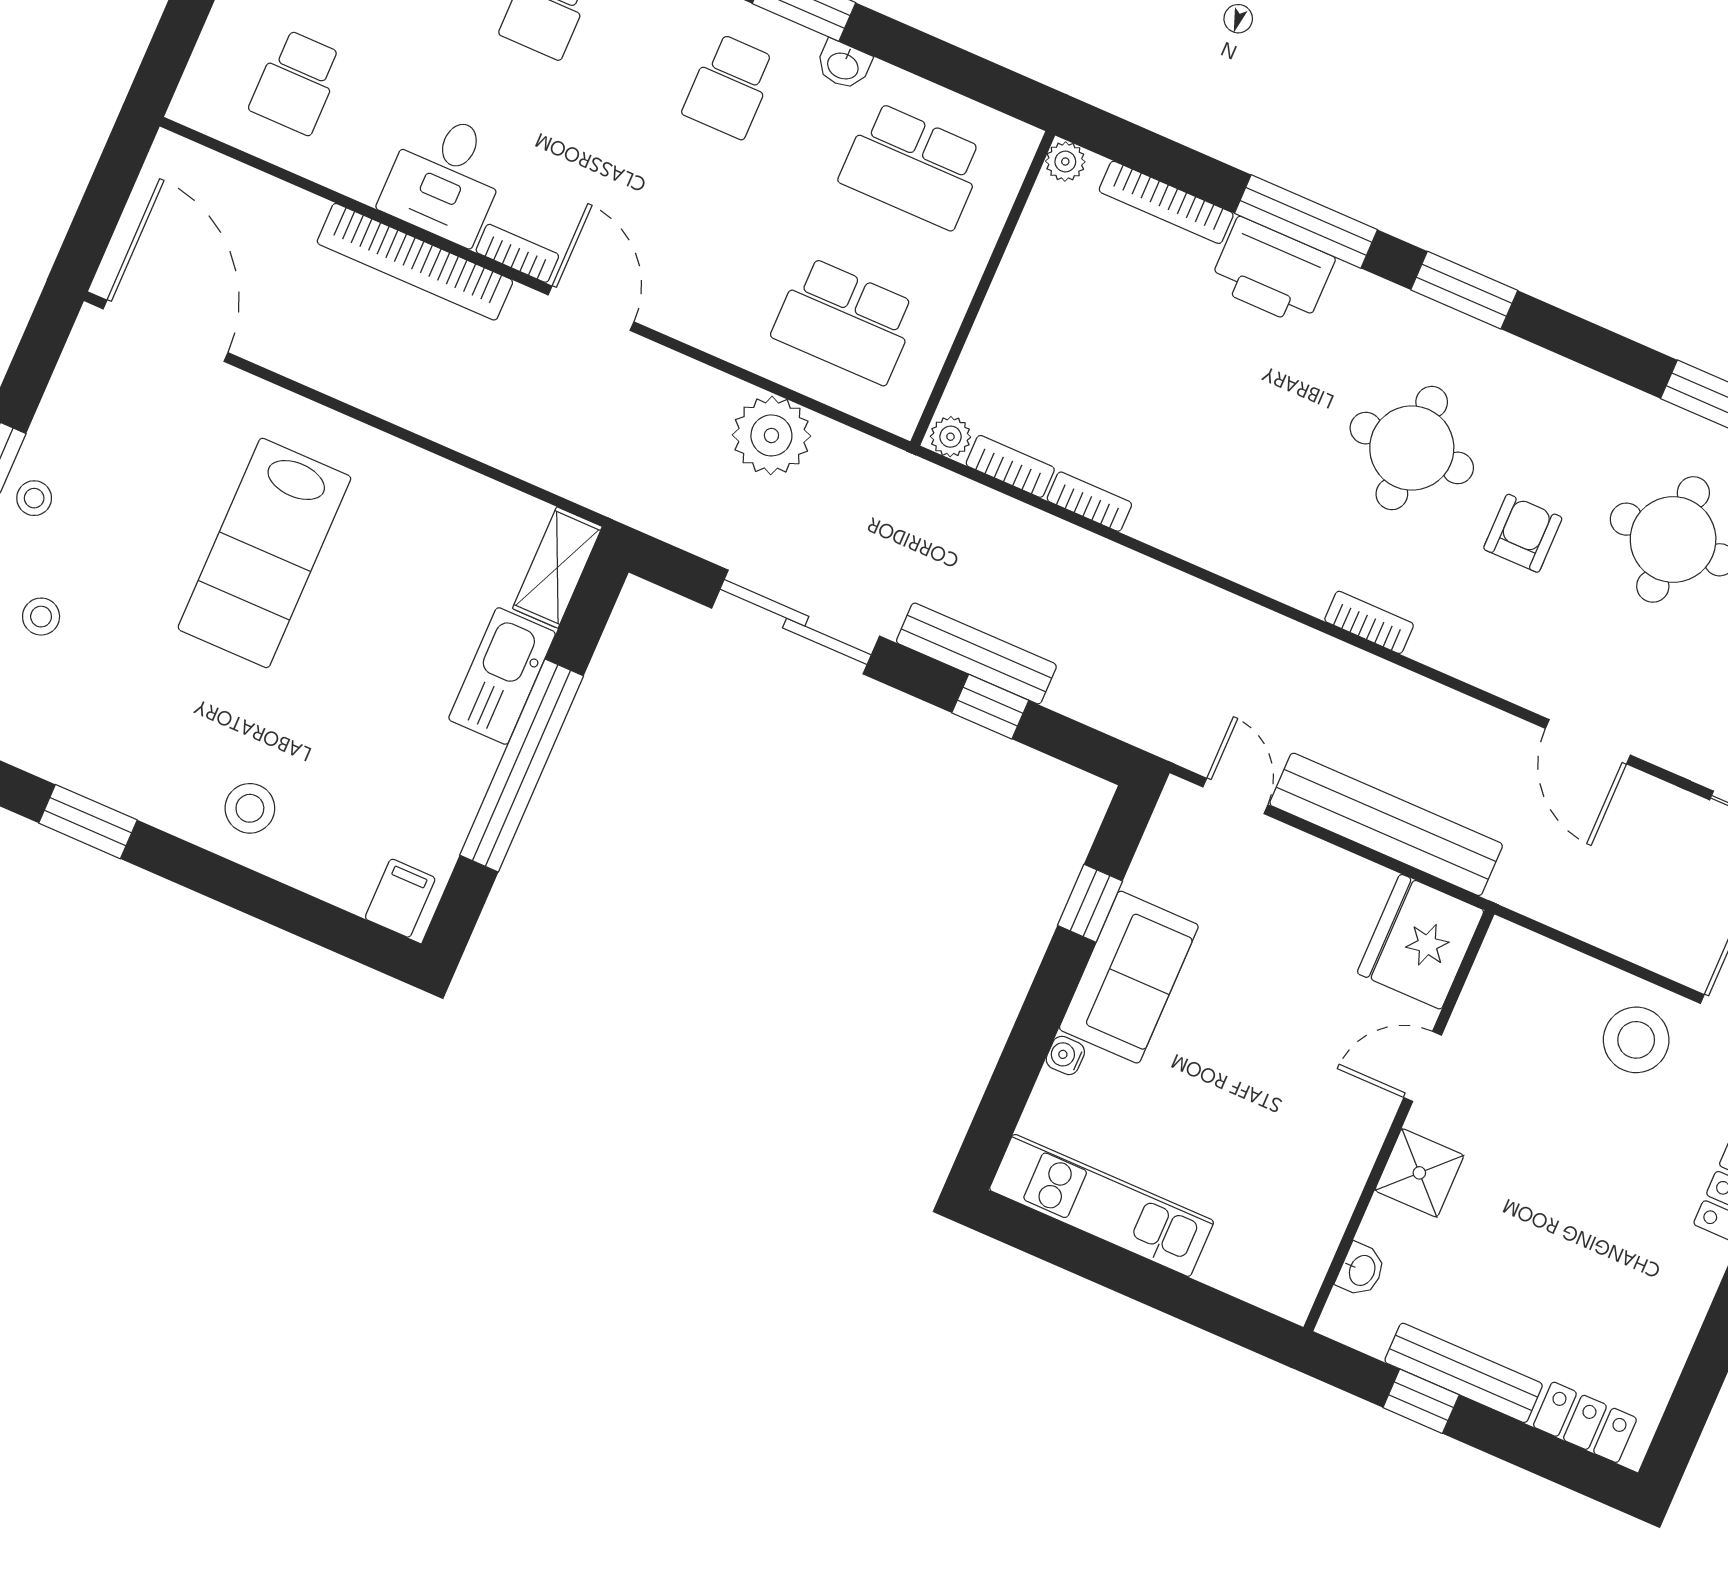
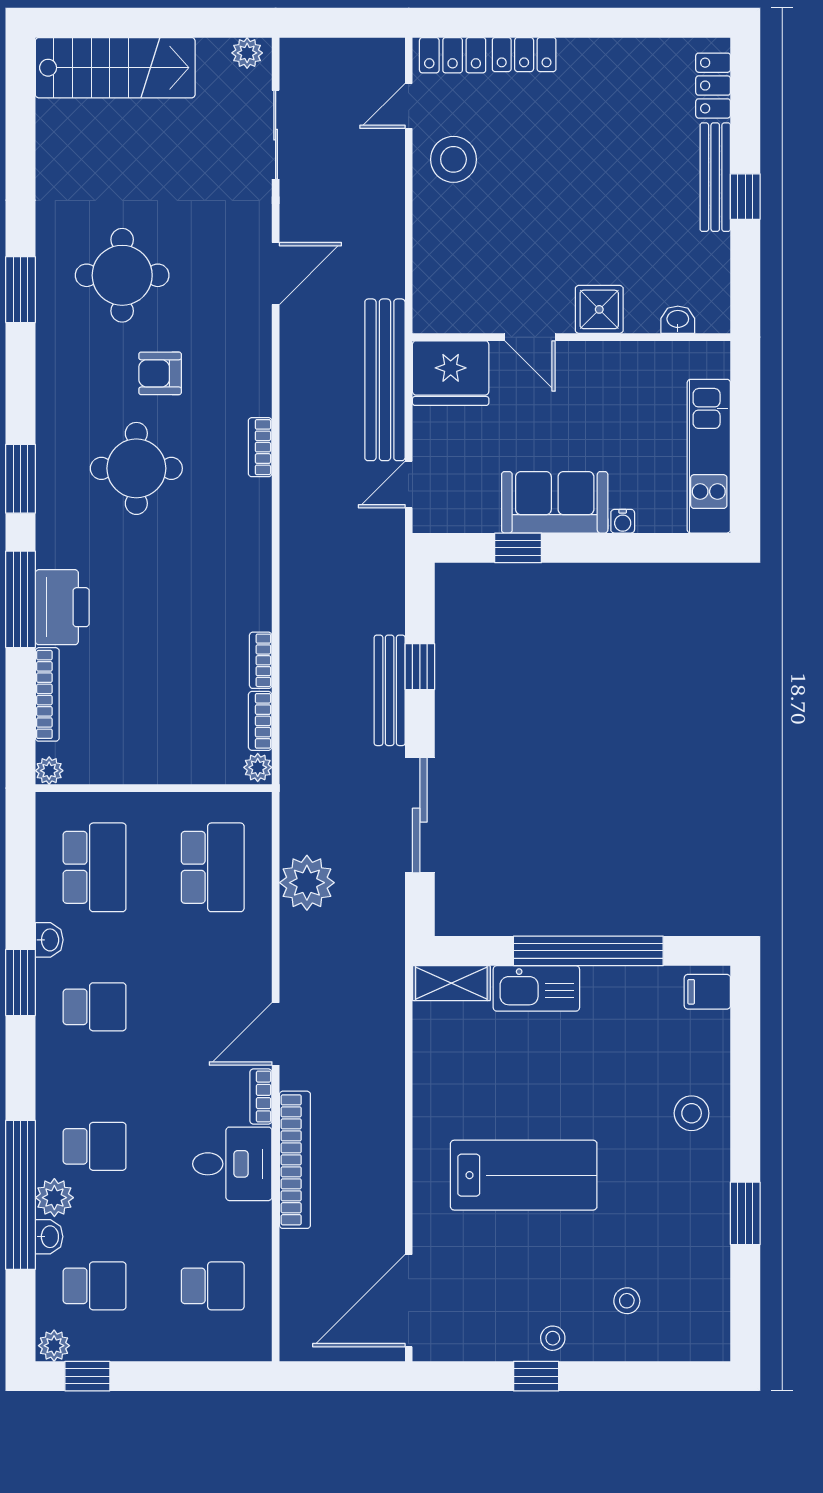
fridge: (1421, 942) -> (451, 373), moved
door: (1423, 1066) -> (530, 337), moved
wall: (1399, 1121) -> (571, 337), moved
shower: (1419, 1173) -> (599, 309), moved
washbasin: (1361, 1270) -> (678, 320), moved

